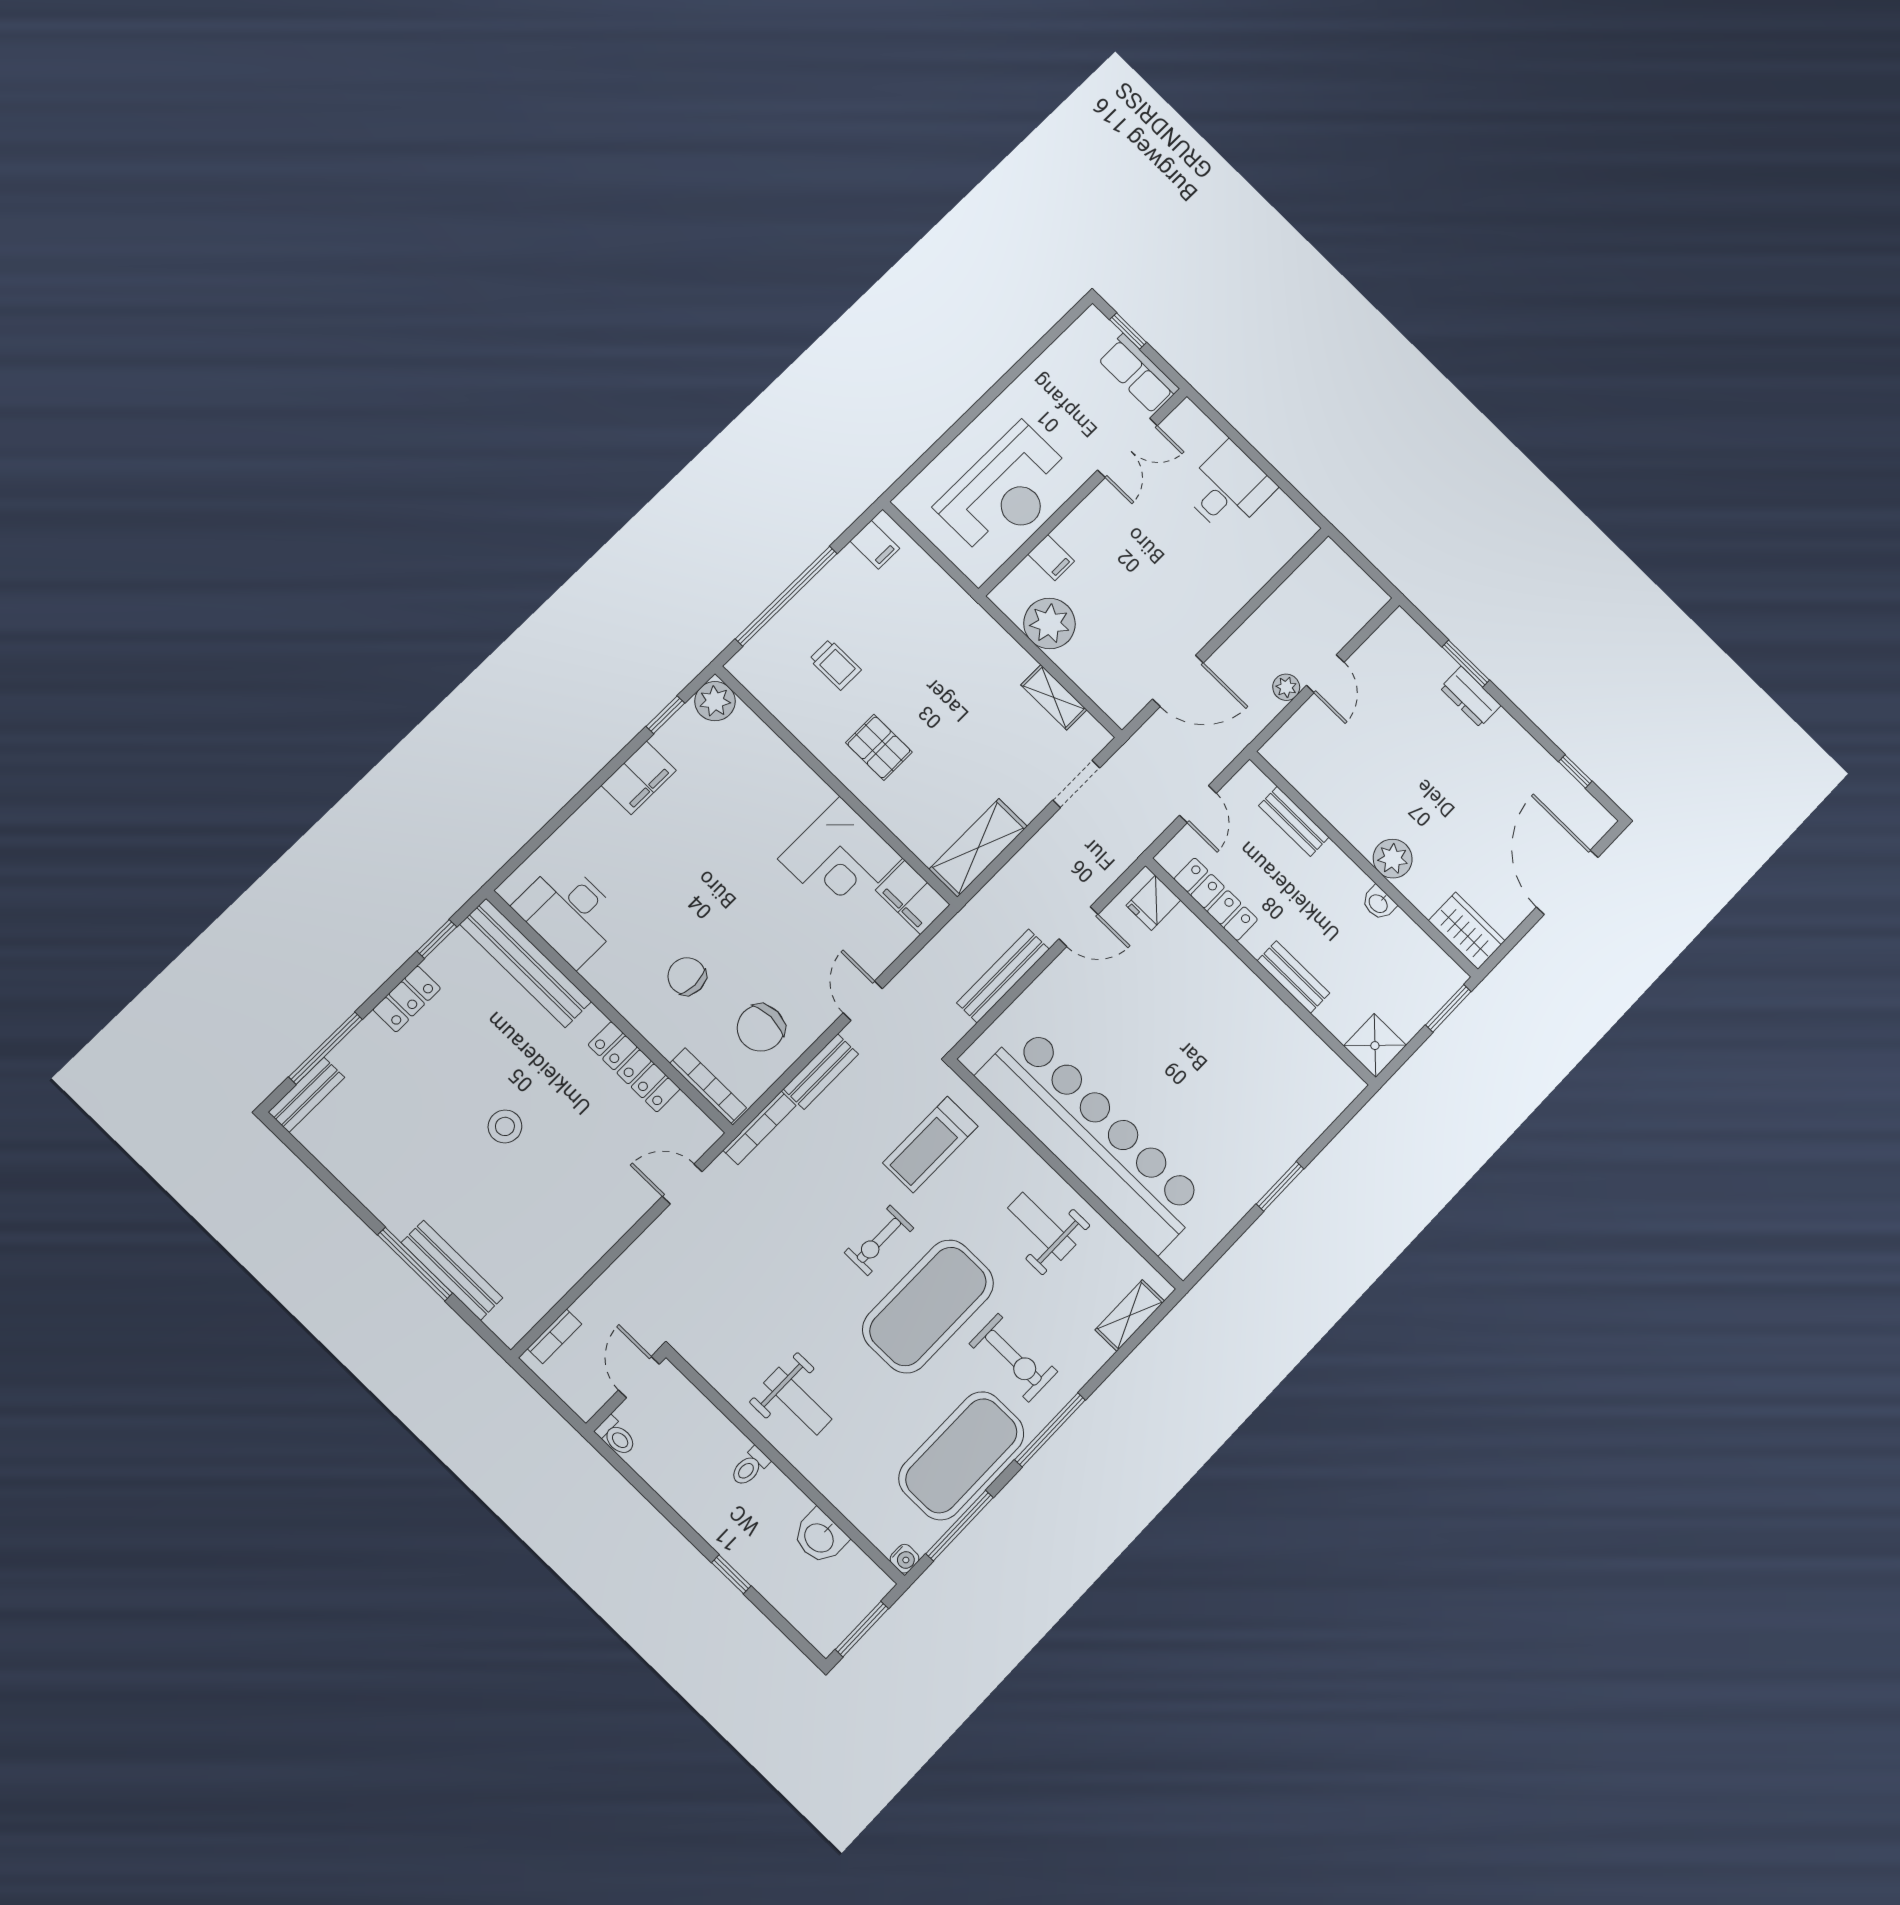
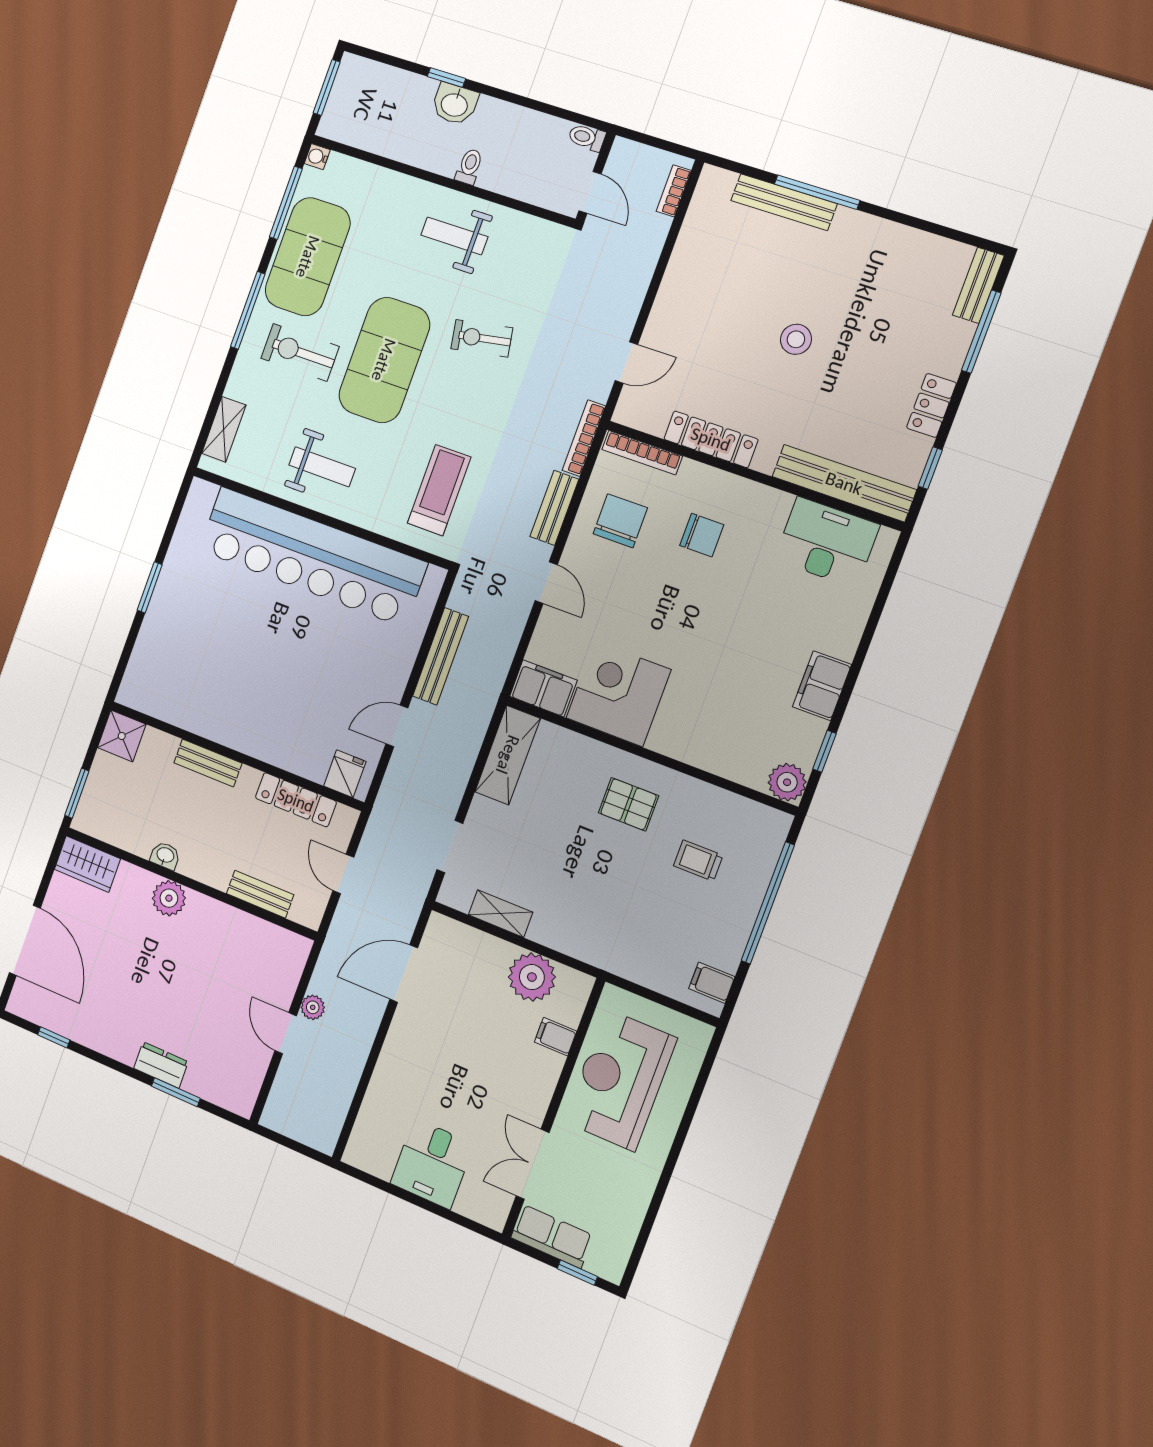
exercise bike: (879, 1240) -> (482, 338), moved, turned -100
washbasin: (820, 1537) -> (455, 104), moved, turned 180

